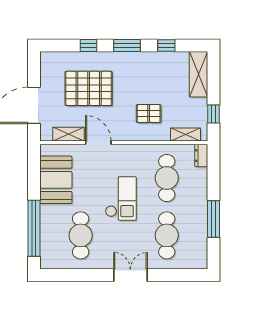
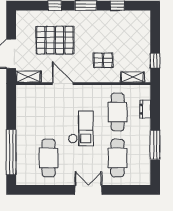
shelving: (198, 74) -> (143, 29), removed
shelving: (68, 134) -> (28, 77), moved
dresser: (201, 156) -> (145, 109), moved
booth: (56, 180) -> (29, 113), removed

